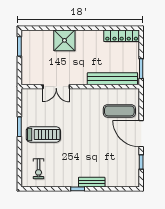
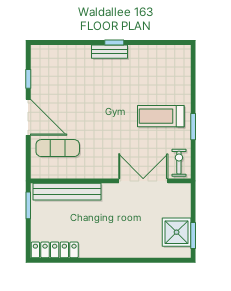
shower: (64, 40) -> (177, 232), moved
double door: (56, 87) -> (143, 181), width x1.37
exercise bike: (38, 169) -> (179, 163), moved
bench: (92, 182) -> (109, 52), moved

